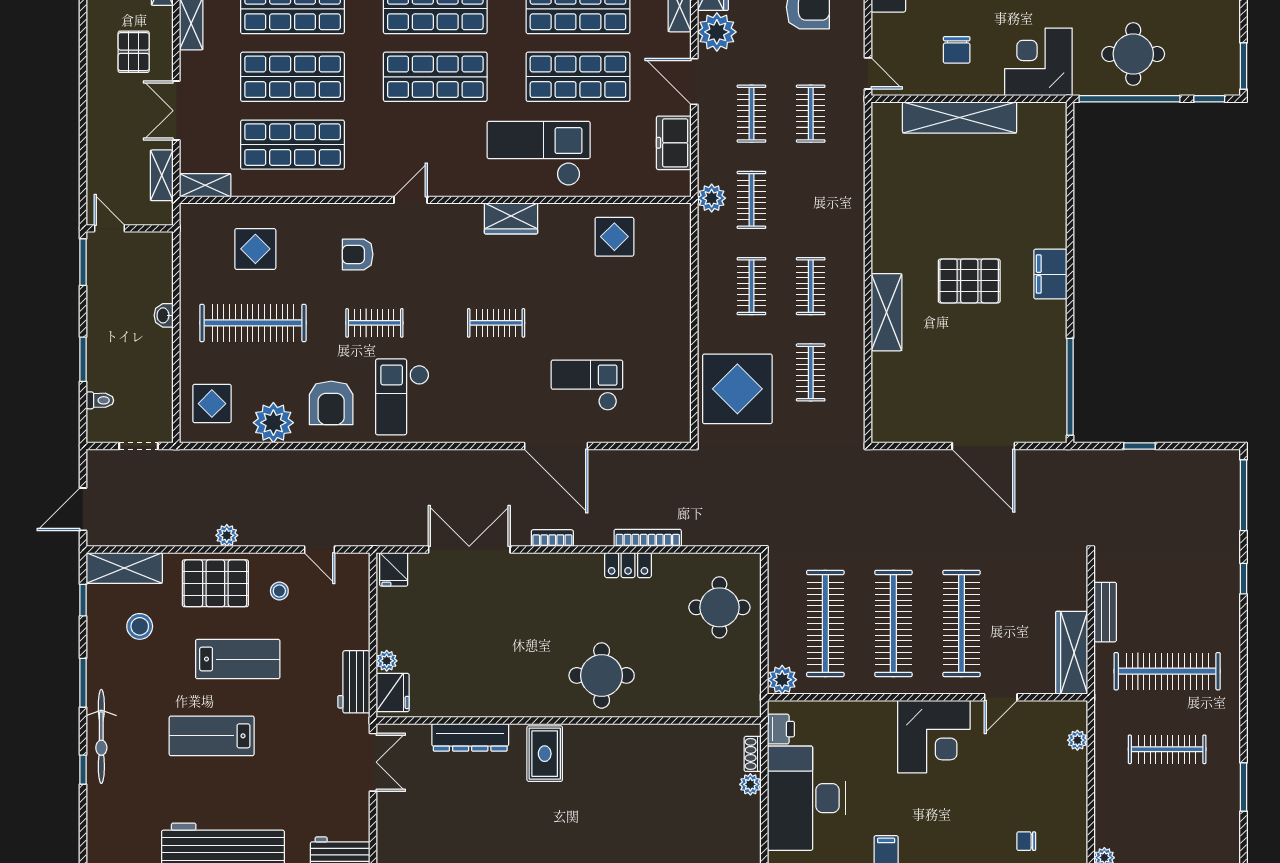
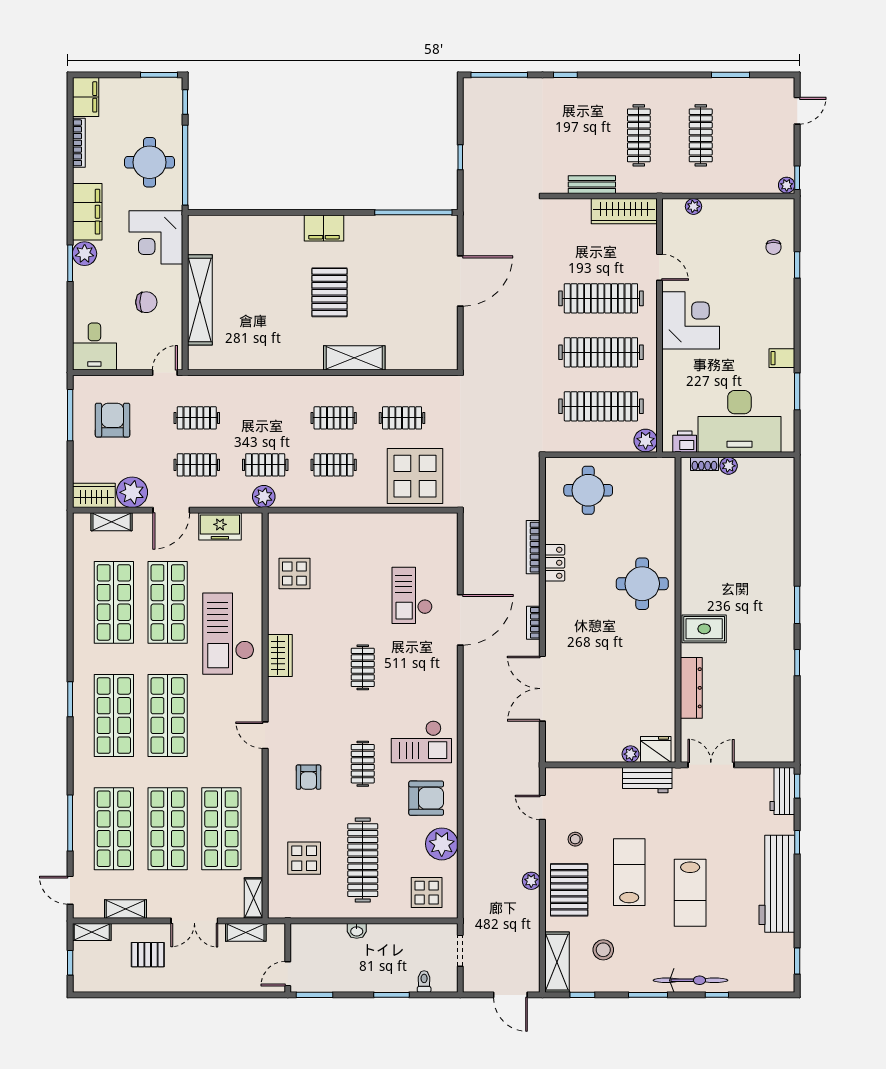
door: (320, 550) -> (542, 807), swing flipped
fridge: (394, 569) -> (558, 749), removed
clothes rail: (1167, 671) -> (639, 135), width x0.73, depth x0.76

